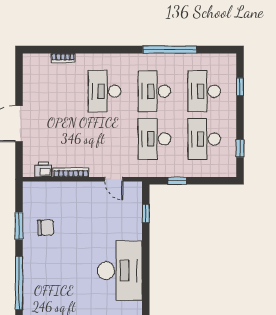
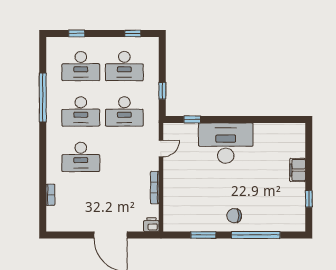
printer: (44, 169) -> (151, 225), moved, turned 90
chair: (46, 228) -> (234, 216), moved, turned -88
desk: (120, 271) -> (226, 143), moved

